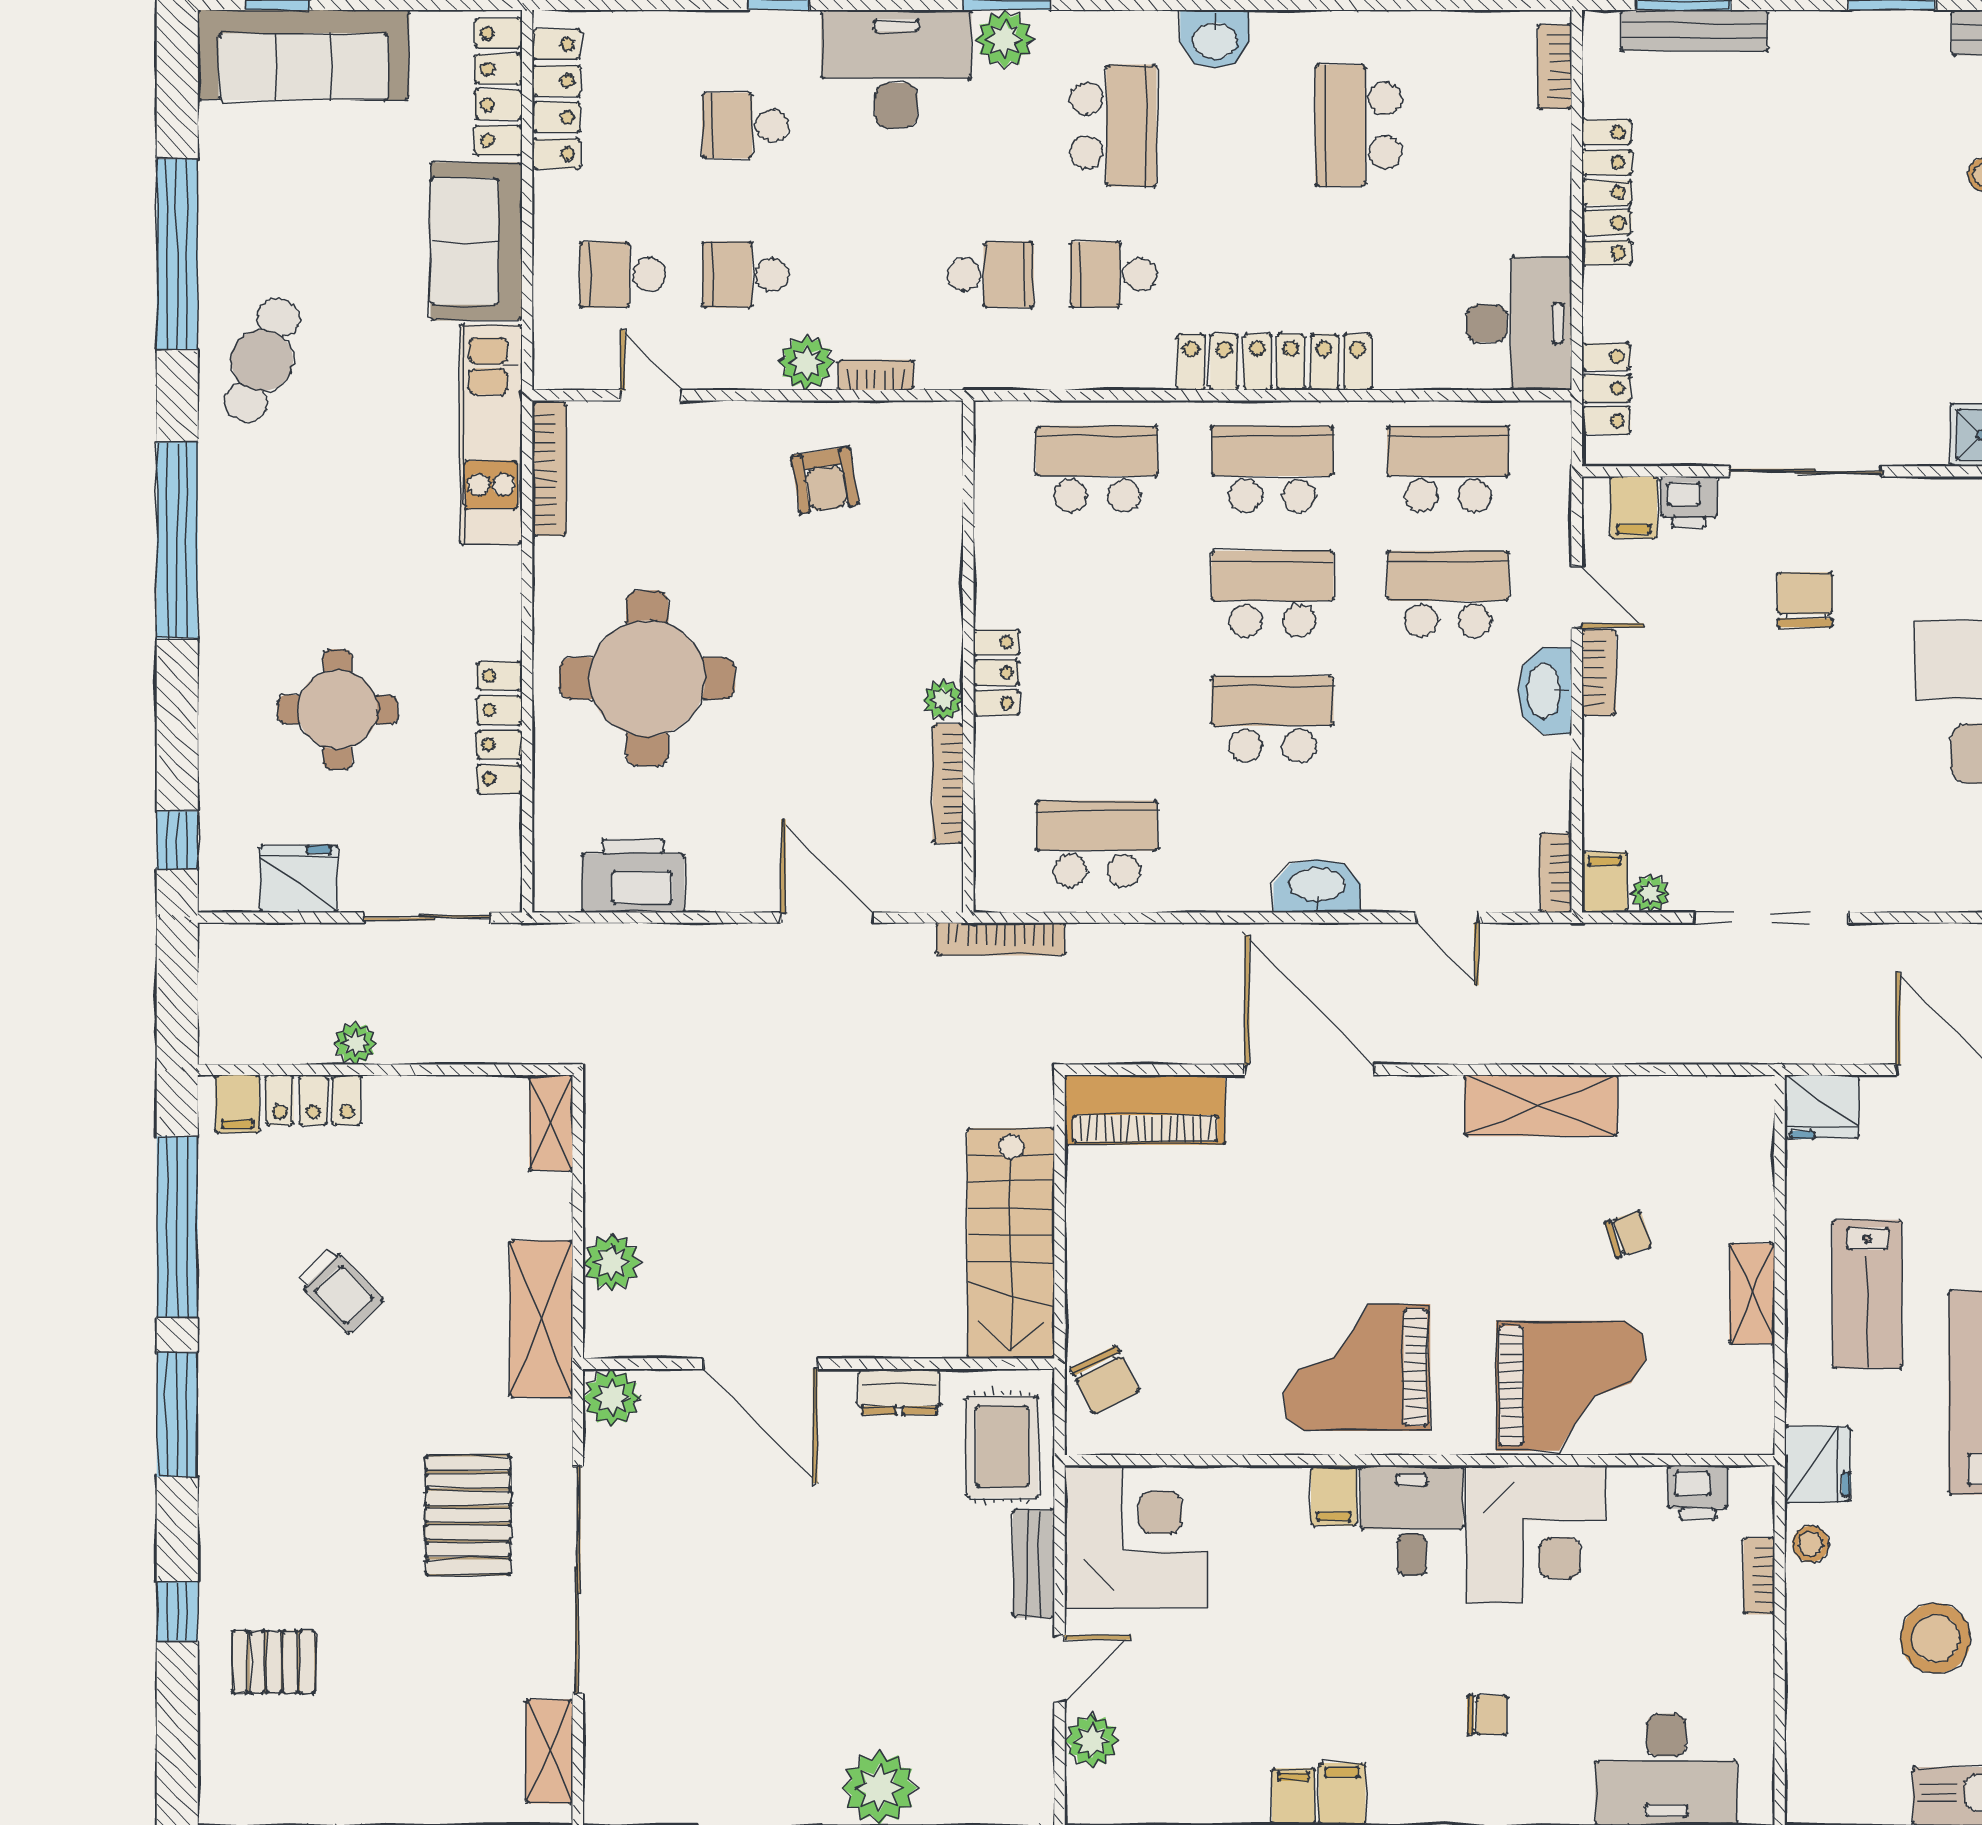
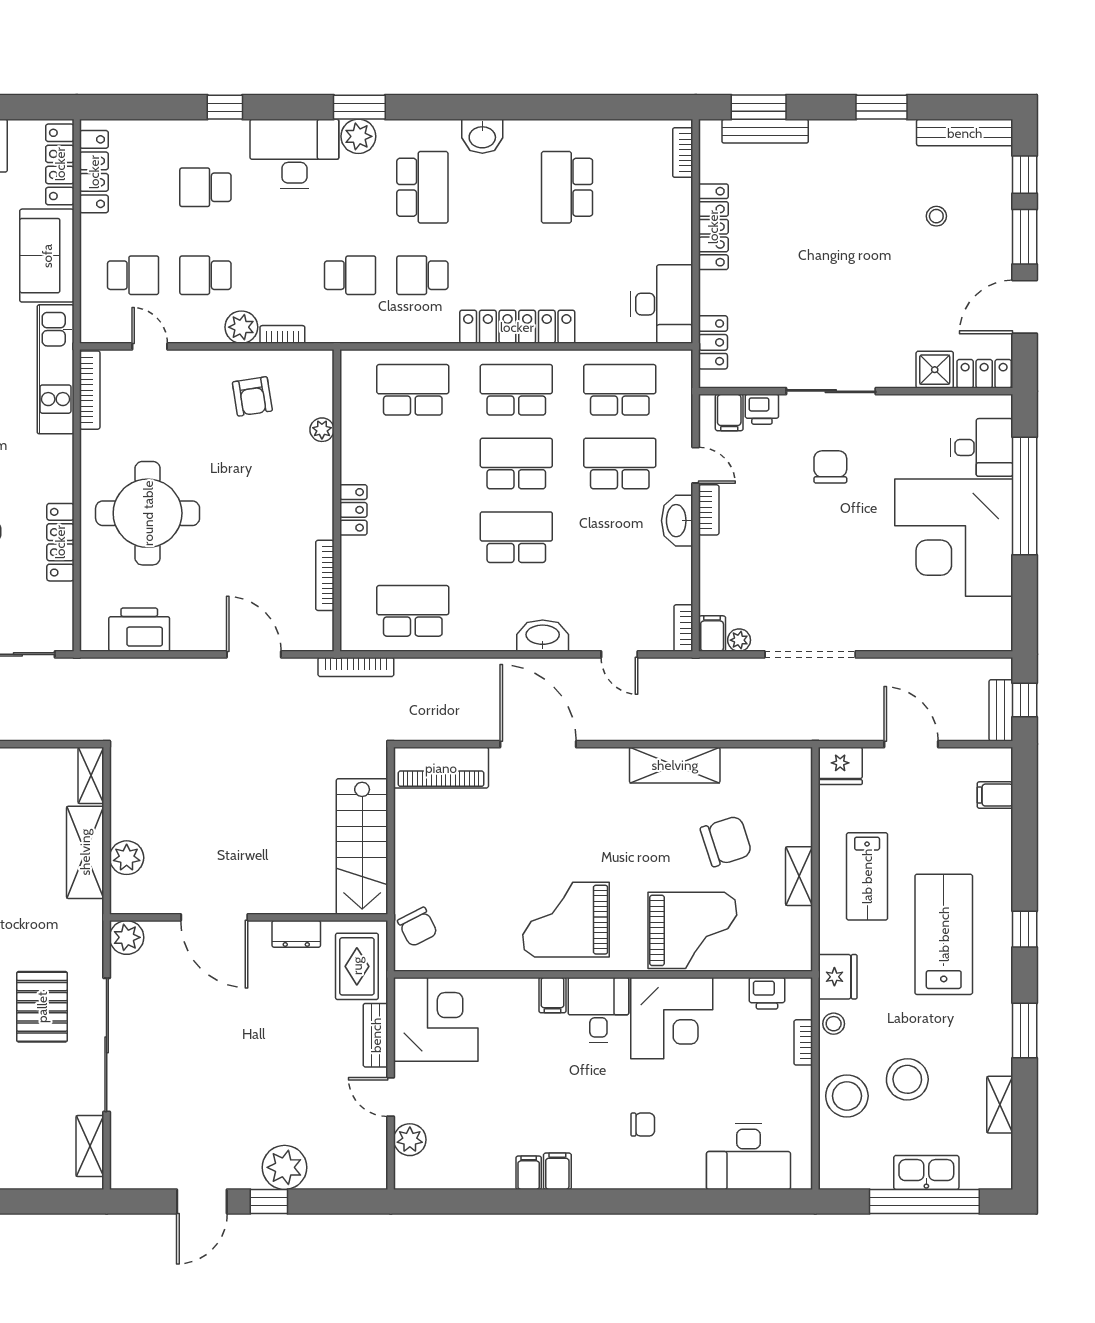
school desk: (623, 275) -> (133, 275), turned 180
plant: (943, 700) -> (322, 430), moved
chair: (1628, 1234) -> (726, 841), width x1.87, depth x1.87
shelving: (541, 1319) -> (85, 852), moved
stool: (1833, 1667) -> (847, 1096), added
door: (1060, 1668) -> (391, 1097), swing flipped

